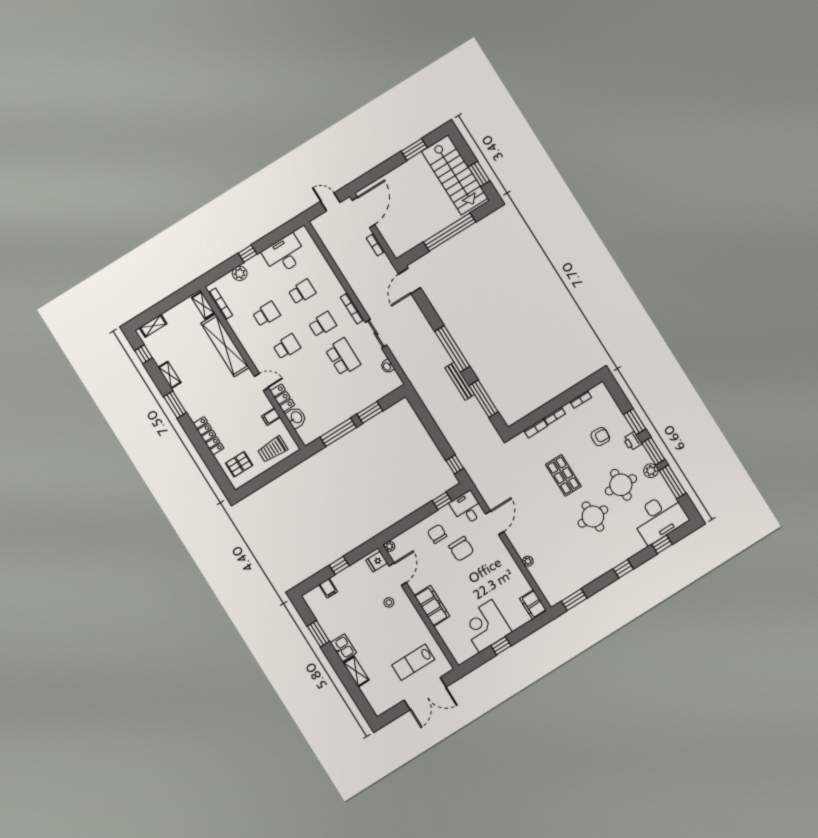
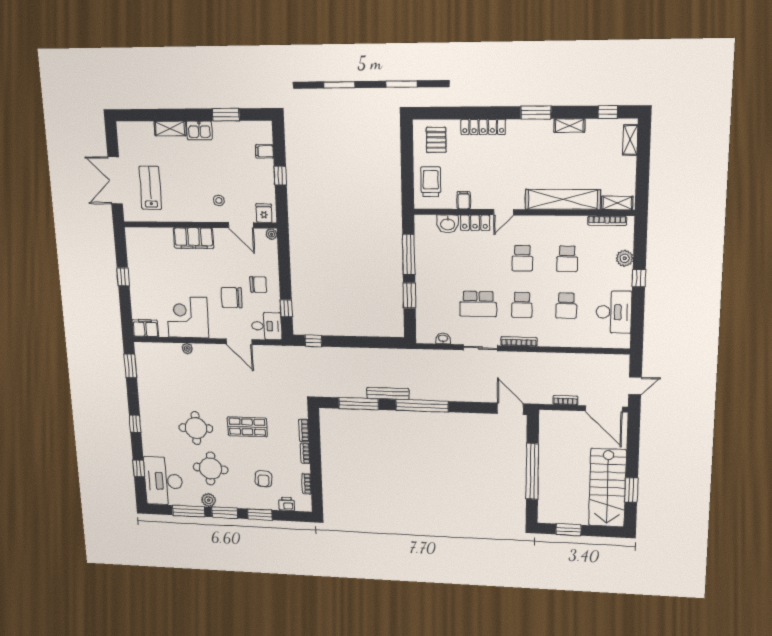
stairs: (455, 175) -> (608, 488), moved, turned -90
printer: (632, 441) -> (287, 504), moved
corner desk: (486, 626) -> (188, 317), moved, turned -90

